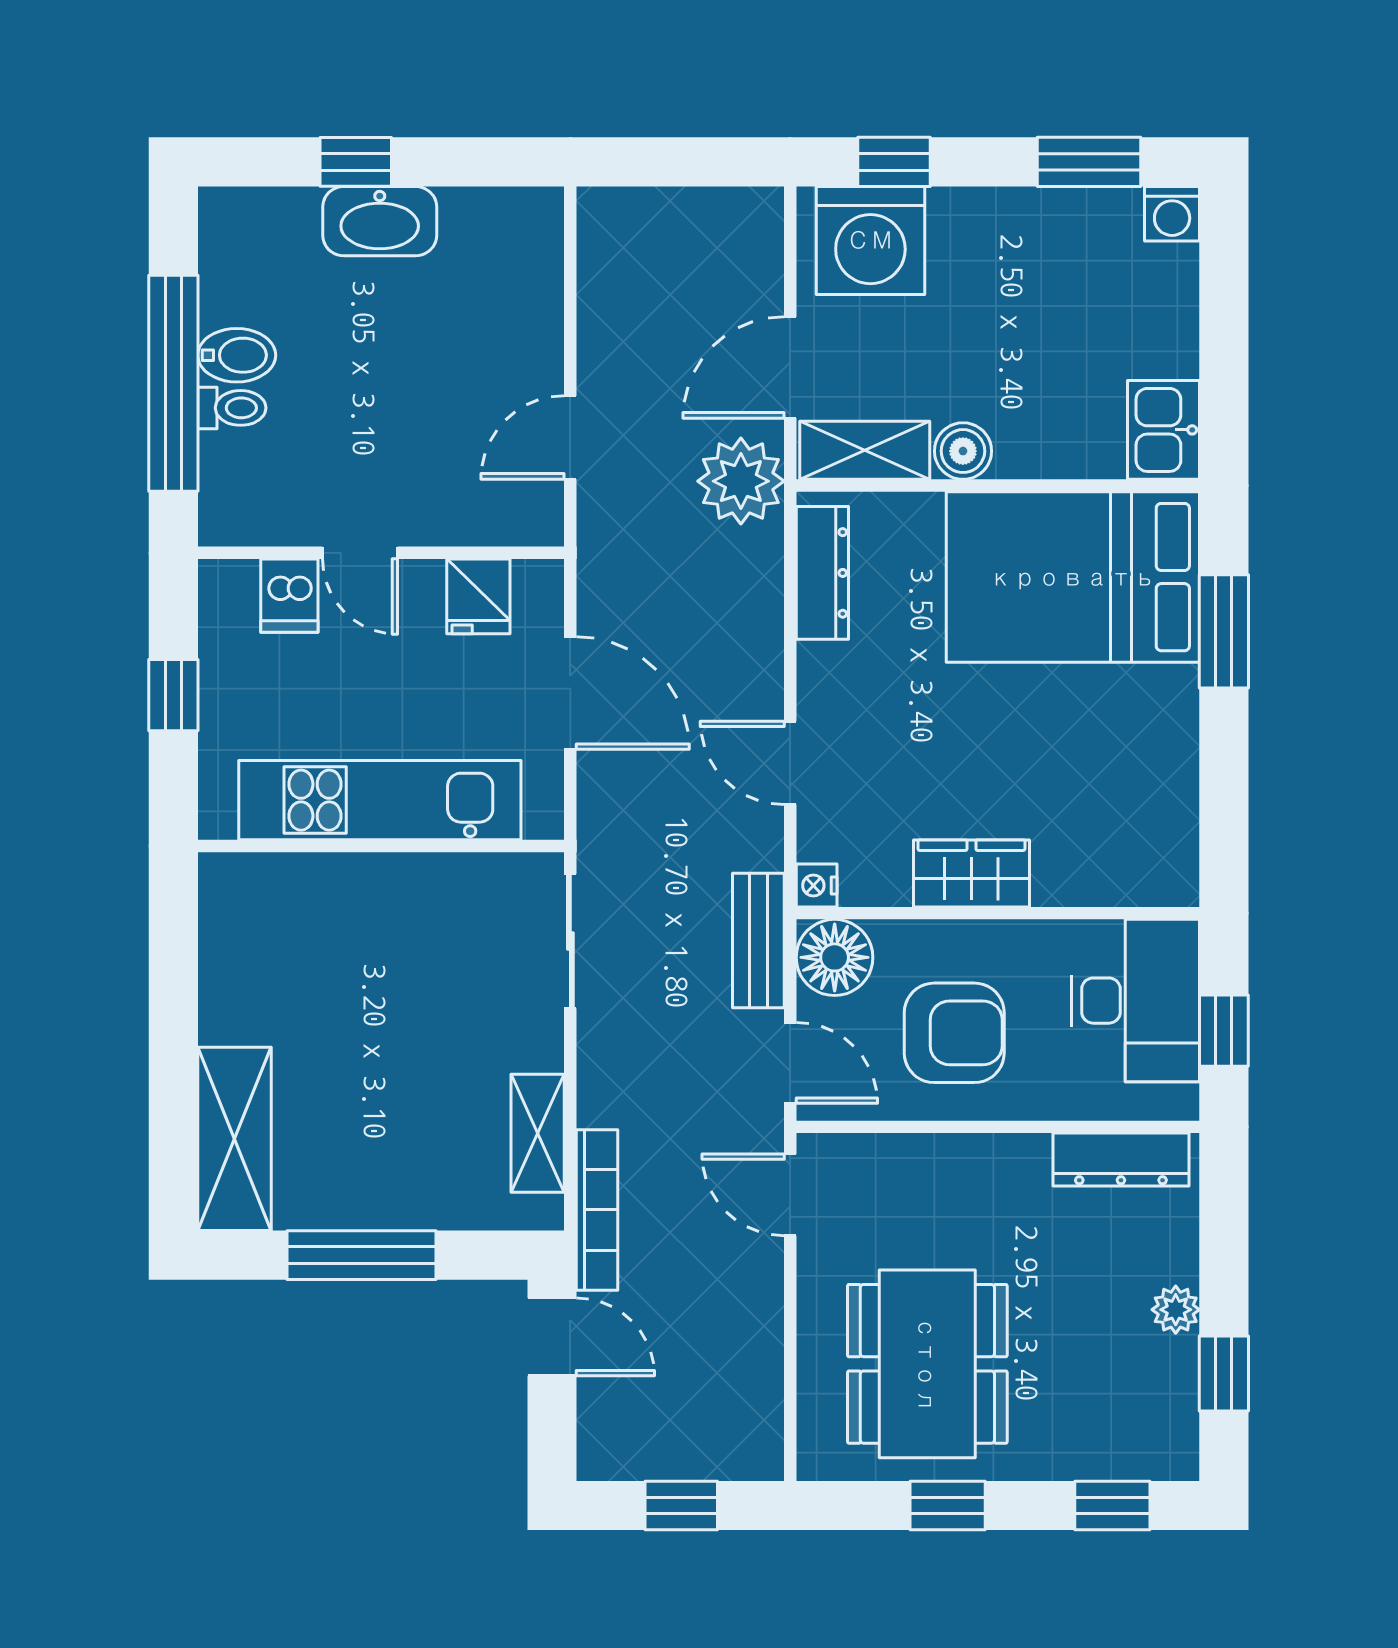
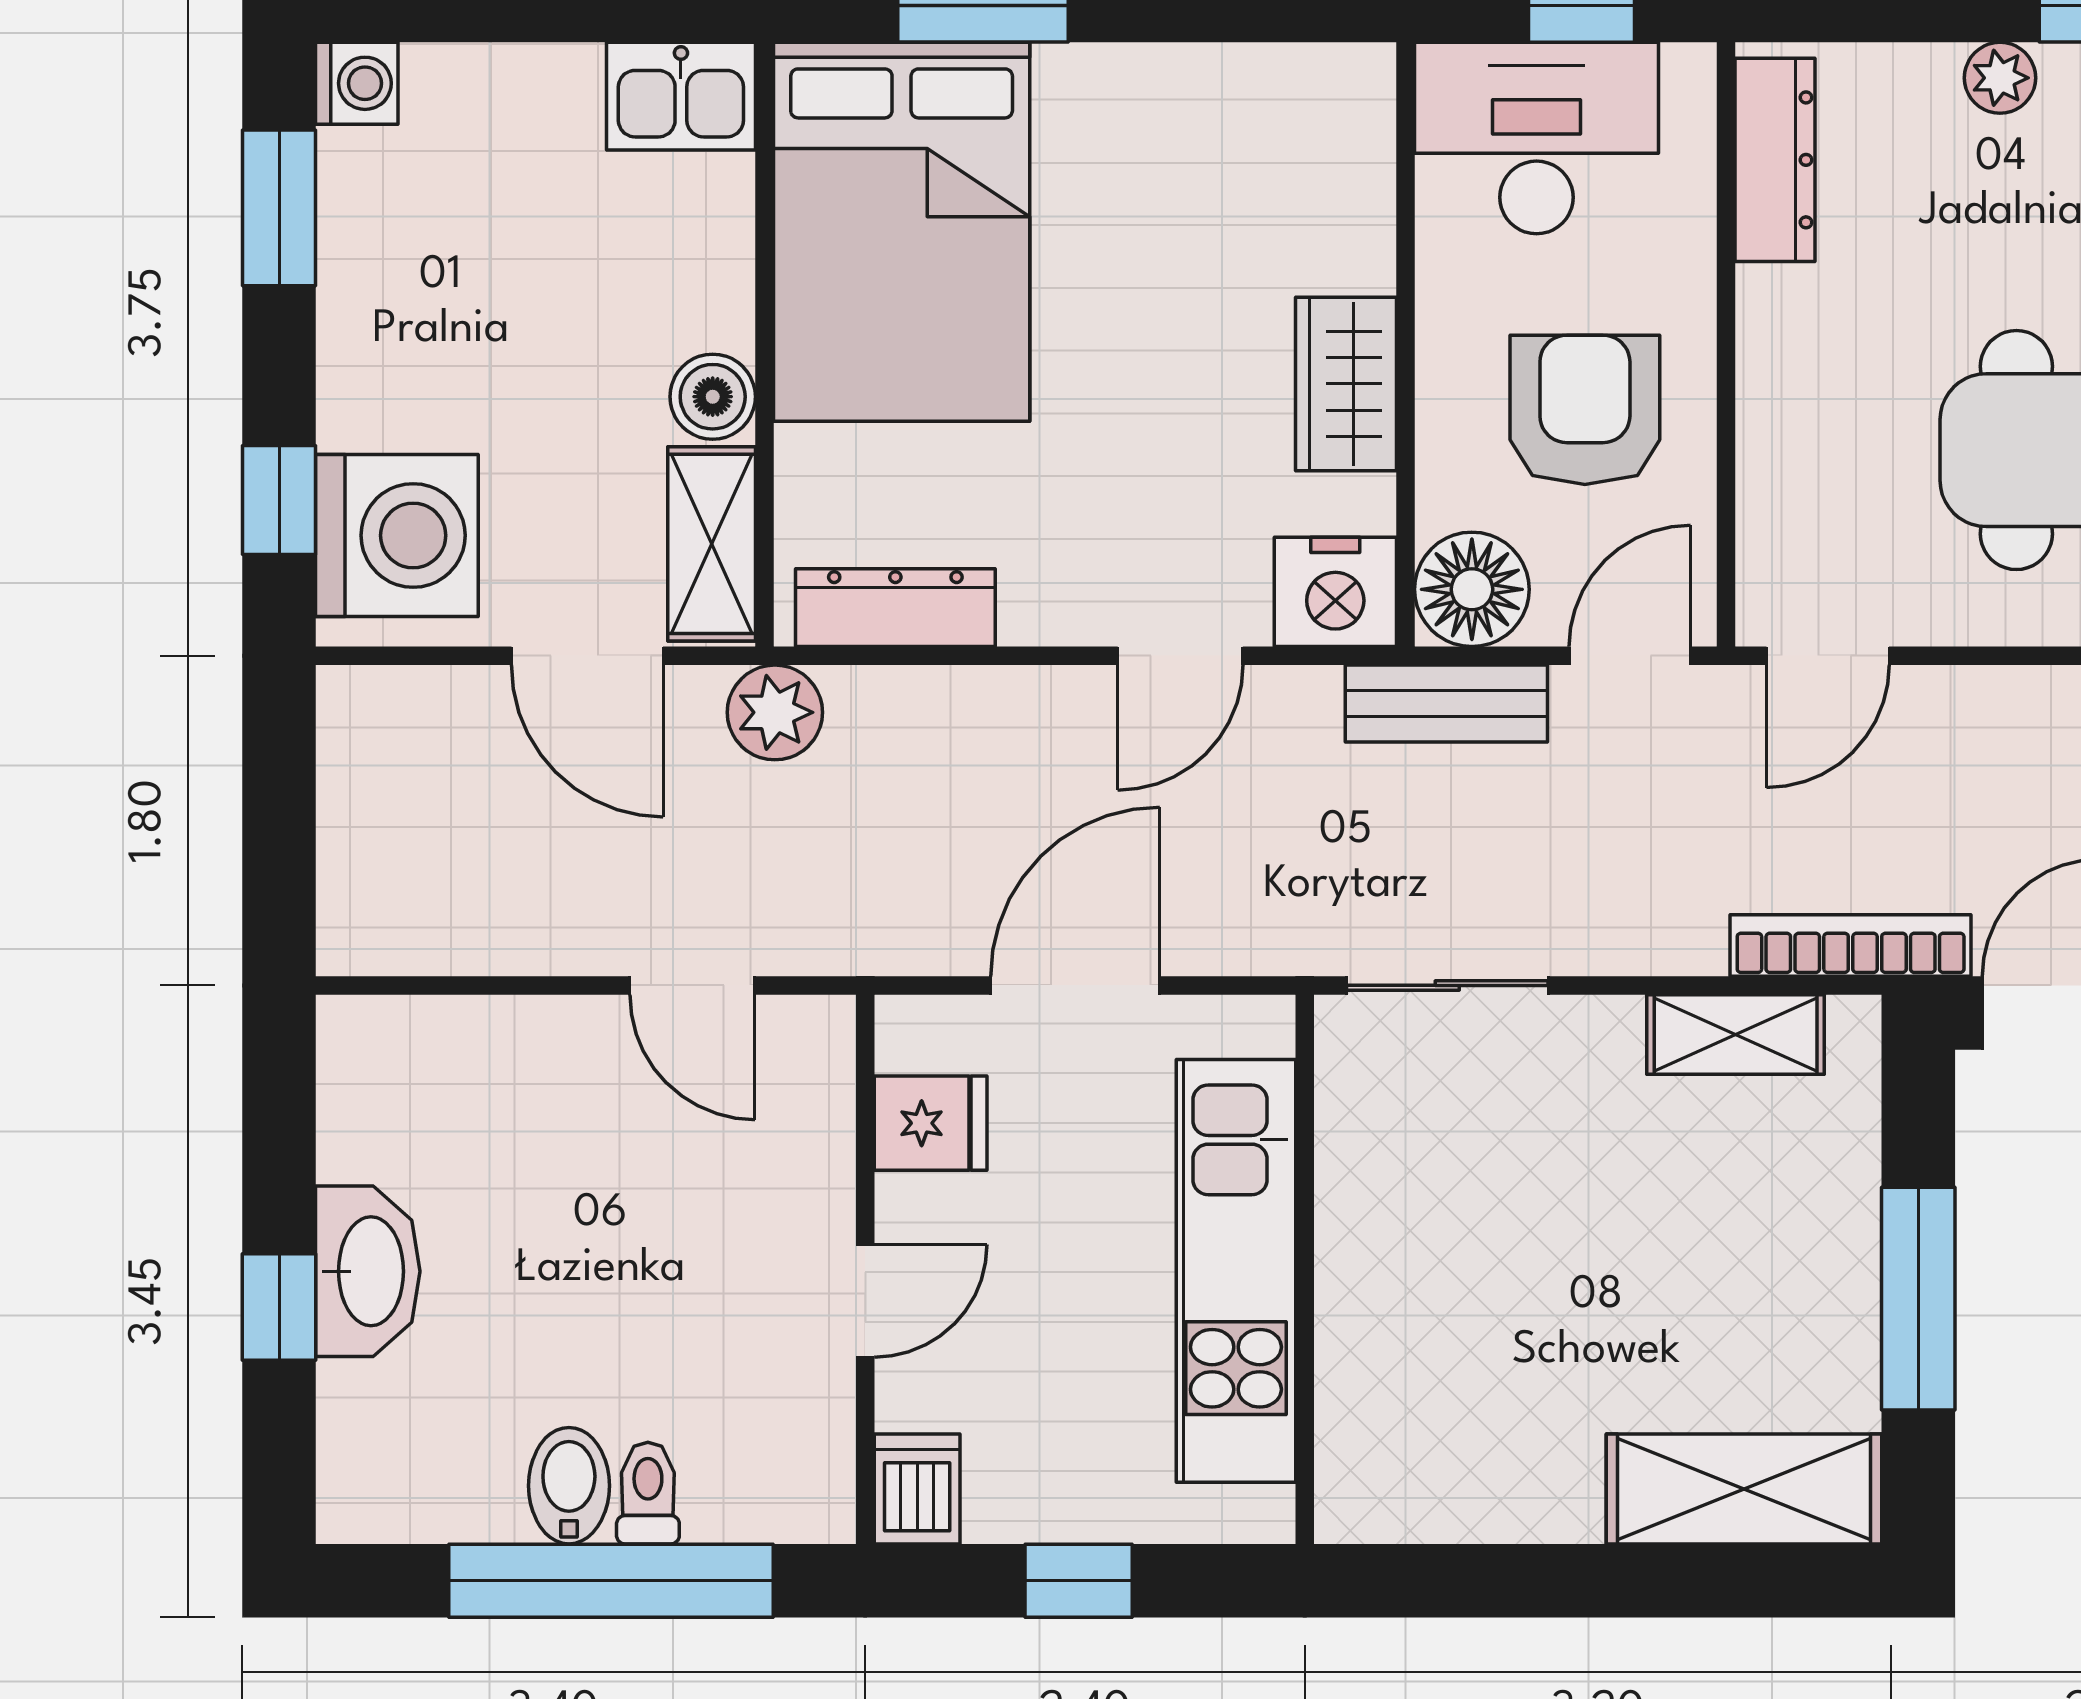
plant: (741, 481) -> (775, 712), width x0.73, depth x0.73
dishwasher: (289, 596) -> (917, 1489), moved, turned -90
nightstand: (817, 885) -> (1335, 592), width x1.89, depth x1.79

